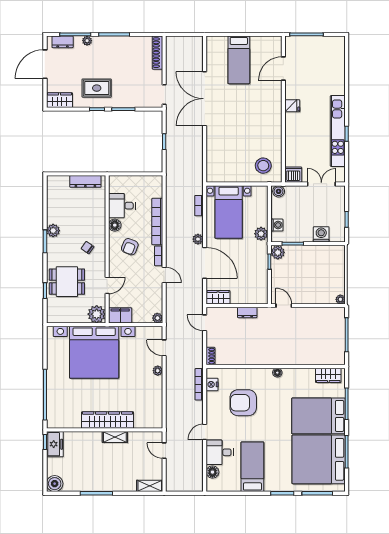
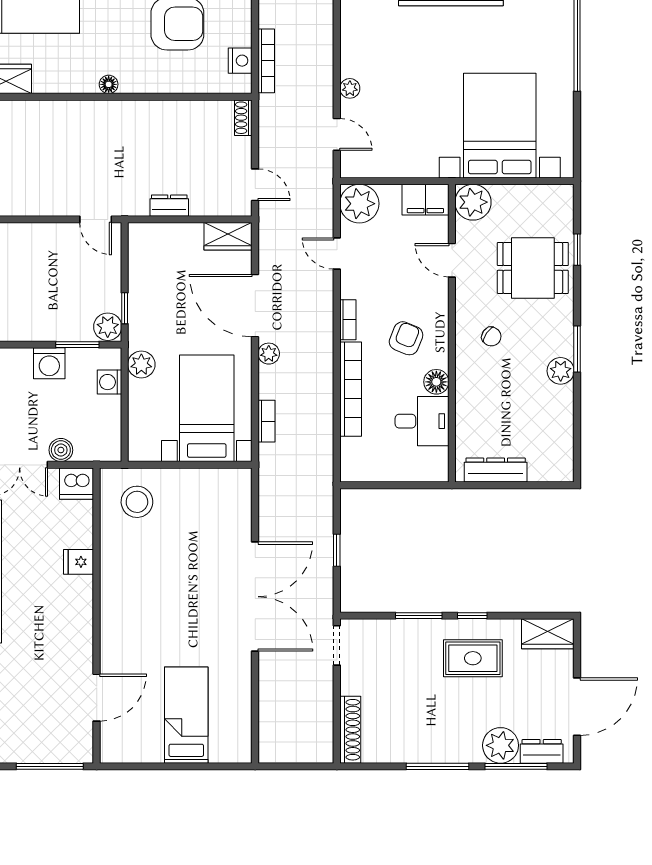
plant: (87, 41) -> (501, 745), width x1.87, depth x1.87
double door: (205, 99) -> (255, 597), moved
fridge: (292, 106) -> (79, 562), moved
boiler: (279, 191) -> (61, 450), moved
washing machine: (321, 234) -> (49, 363), moved
door: (164, 275) -> (337, 254), moved
door: (107, 285) -> (452, 260), hinge flipped
plant: (157, 318) -> (359, 204), width x1.88, depth x1.88
bed with nightstands: (94, 352) -> (500, 126), width x0.73

